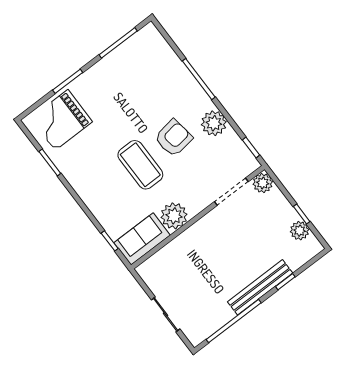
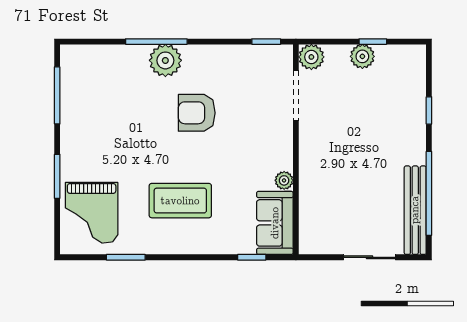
plant: (214, 123) -> (165, 60), moved
armchair: (174, 138) -> (197, 113), turned -82
coffee table: (140, 165) -> (180, 201), moved
plant: (174, 216) -> (284, 180), width x0.53, depth x0.53
plant: (300, 231) -> (362, 56), moved
bench: (260, 287) -> (415, 210), moved

